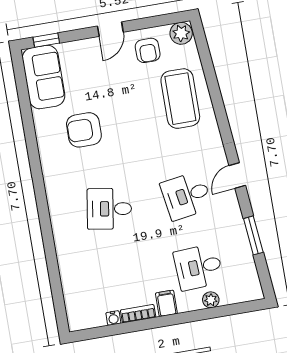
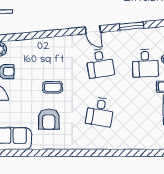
coffee table: (180, 99) -> (53, 87), moved, width x0.54, depth x0.58

